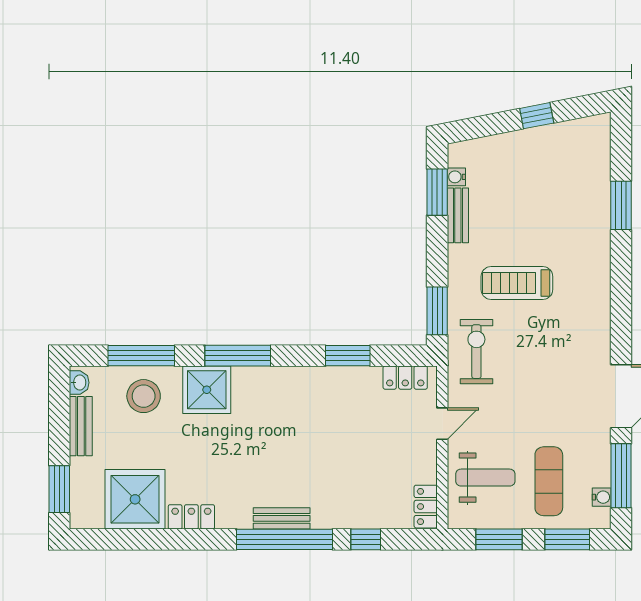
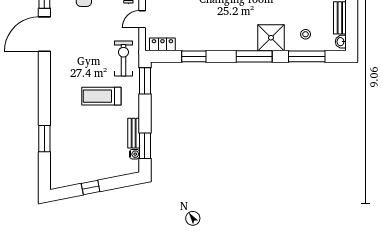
treadmill: (517, 283) -> (101, 96), turned 180
exercise bike: (476, 352) -> (123, 59), turned 180
stool: (144, 396) -> (306, 34), width x0.53, depth x0.53

